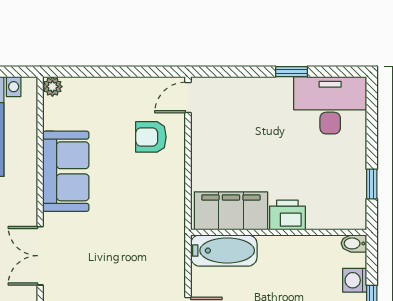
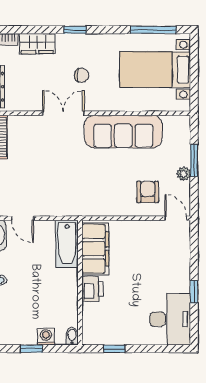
window: (107, 72) -> (194, 161), added
plant: (52, 87) -> (184, 174), moved
sofa: (66, 171) -> (123, 131), width x1.36

